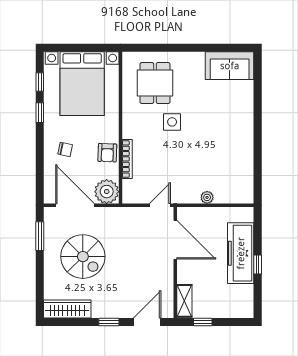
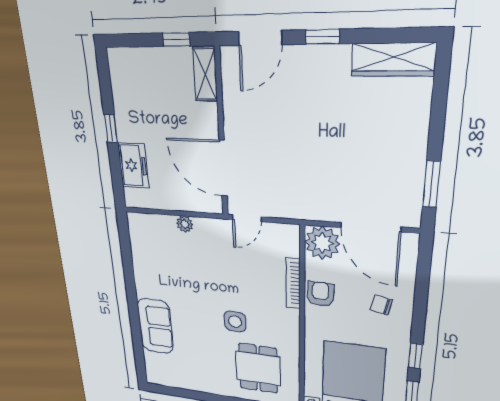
sofa: (230, 66) -> (155, 326), moved, turned 90
freezer: (241, 253) -> (133, 166), width x0.52, depth x0.79
spiral stairs: (83, 257) -> (362, 149), removed

